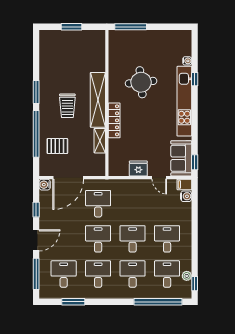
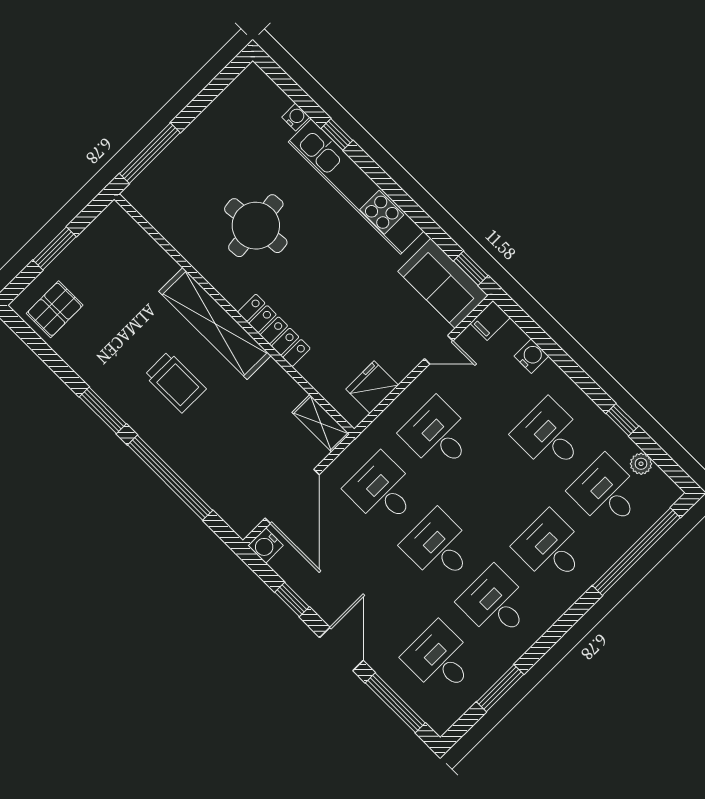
shelving: (100, 141) -> (321, 423), moved
pallet: (57, 146) -> (55, 309), moved
fridge: (138, 169) -> (372, 387), moved
water cooler: (186, 196) -> (531, 356), moved
desk: (133, 239) -> (438, 435), moved
window: (195, 284) -> (622, 420), moved

